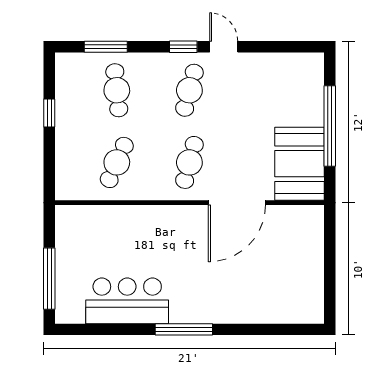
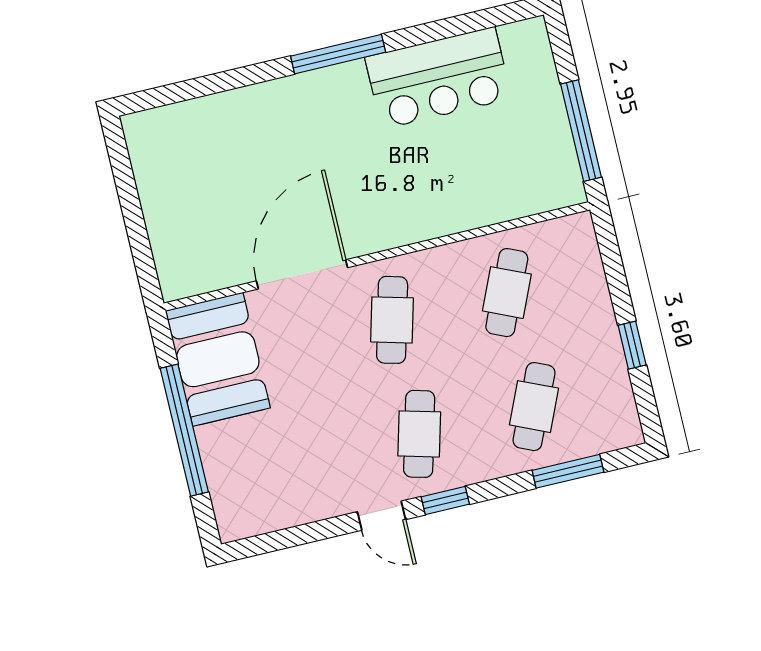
cafe table: (117, 90) -> (534, 407), turned 30
window: (49, 279) -> (581, 131), moved

